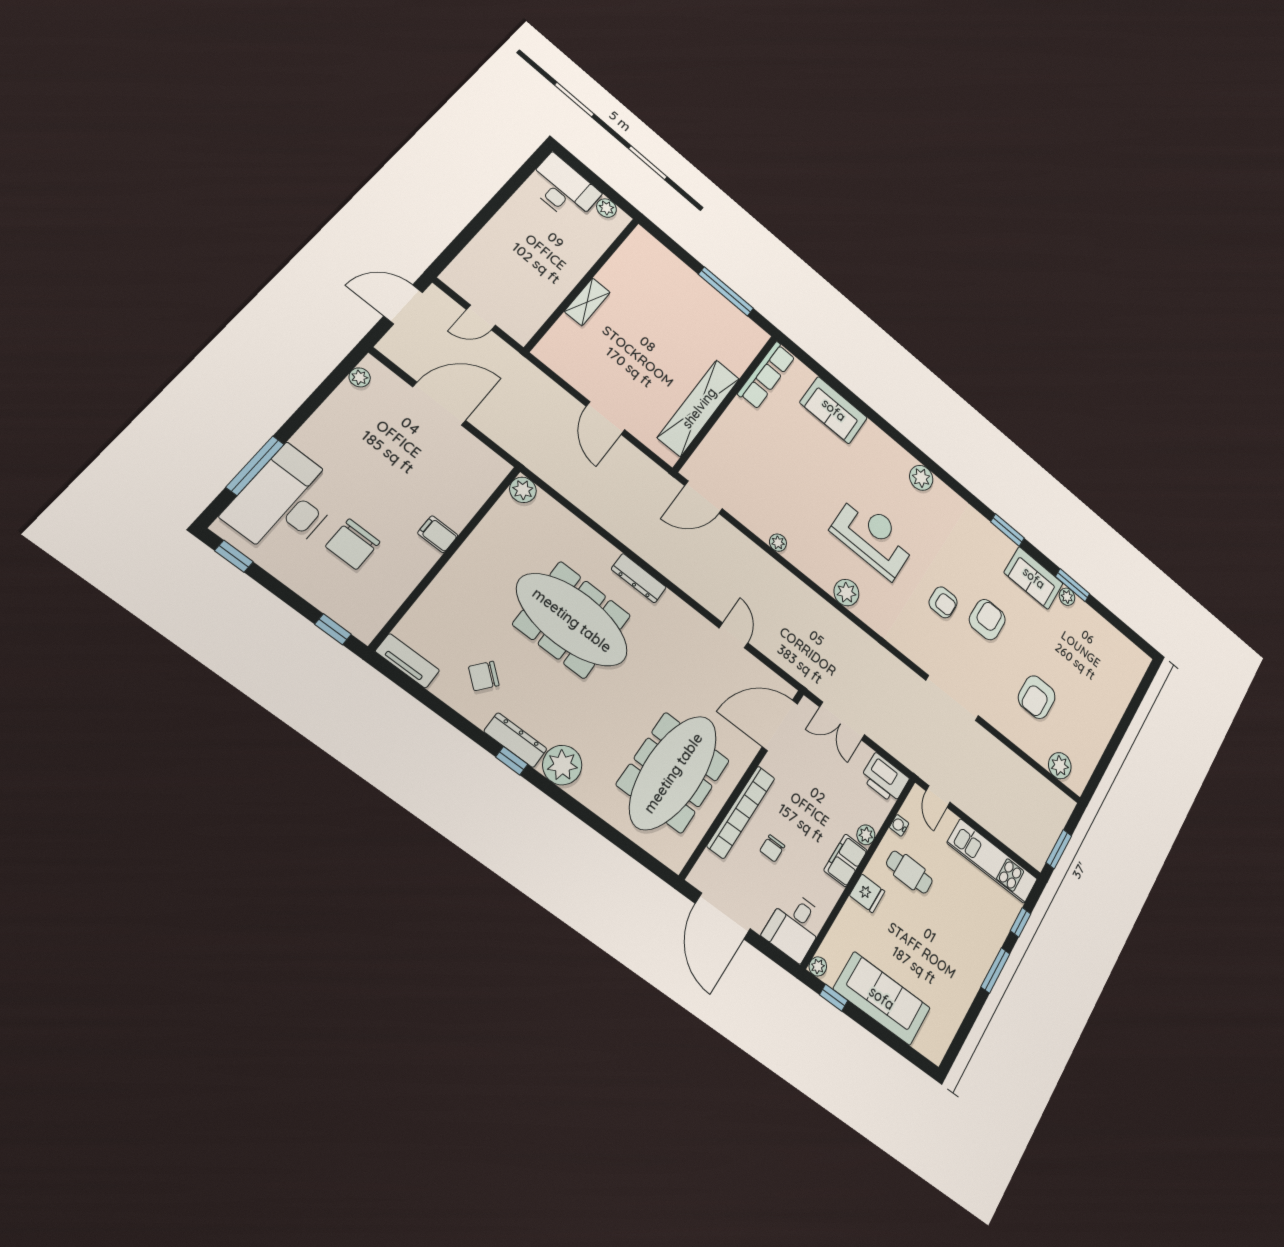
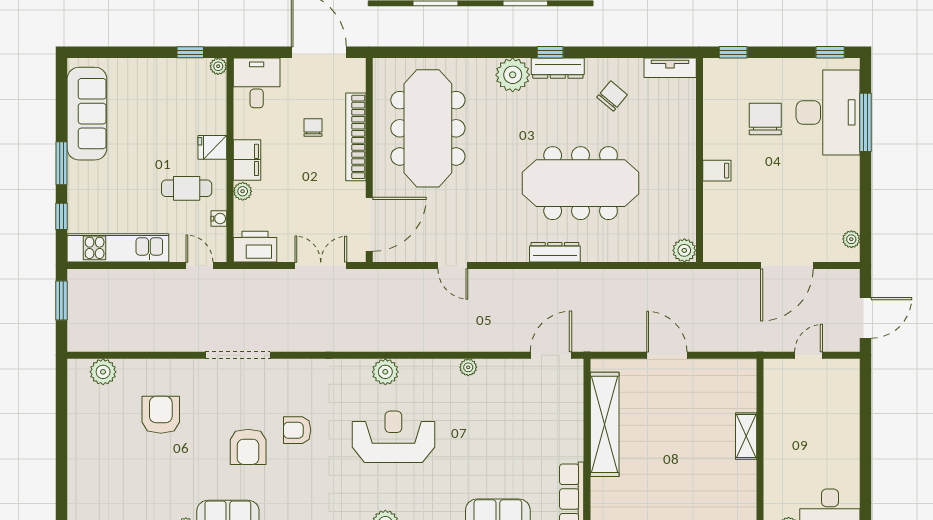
reception desk: (873, 537) -> (393, 437), turned 180
sofa: (882, 998) -> (87, 114), moved, turned -90

